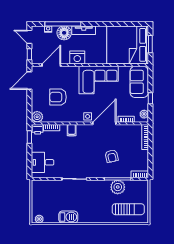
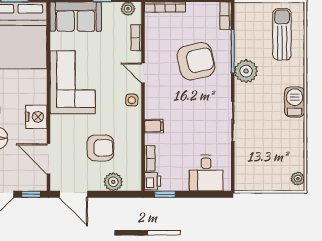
armchair: (58, 97) -> (100, 148), turned -90
plant: (37, 117) -> (113, 182), moved
door: (104, 123) -> (143, 73), width x0.53
armchair: (112, 156) -> (196, 61), width x1.88, depth x1.88
plant: (118, 187) -> (246, 71), moved
barbecue: (68, 217) -> (295, 102), moved

